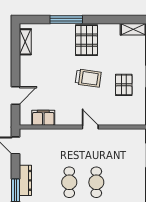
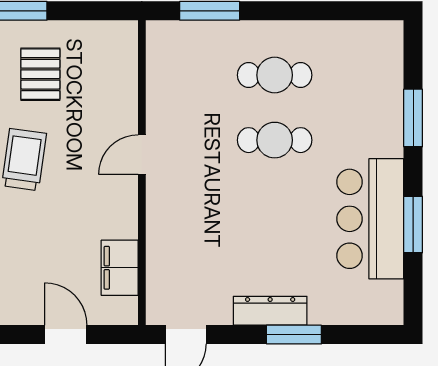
pallet: (124, 85) -> (40, 74), turned 90
cafe table: (69, 182) -> (275, 75), moved

